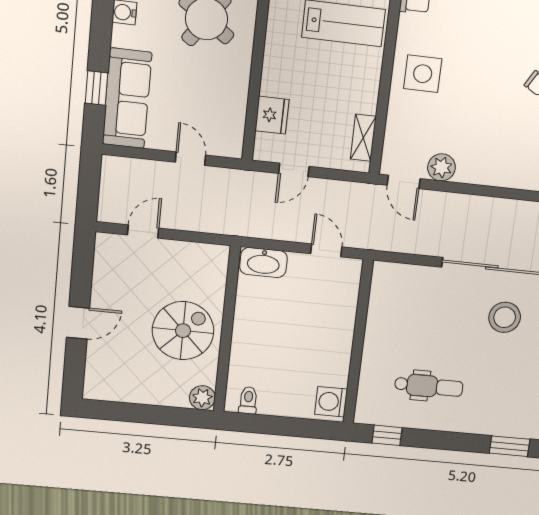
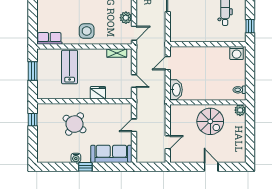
window: (96, 88) -> (85, 167), moved
fridge: (272, 115) -> (98, 93), moved
door: (143, 231) -> (168, 142), swing flipped
spiral stairs: (183, 331) -> (210, 121), turned 180

